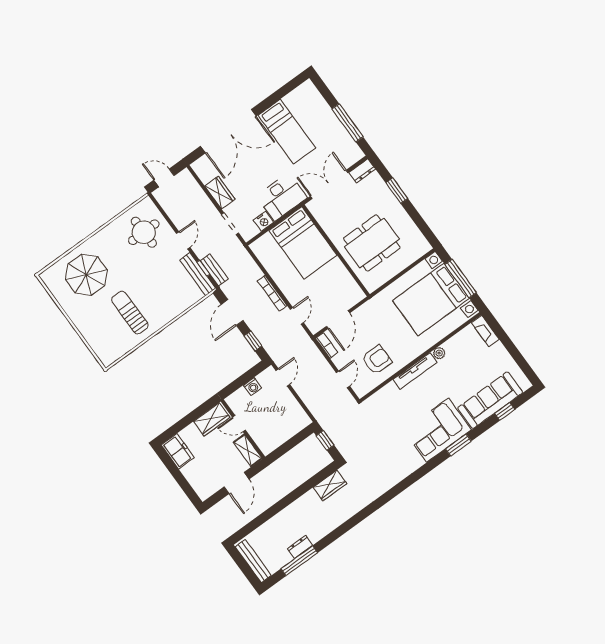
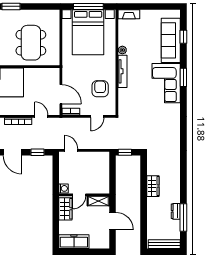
door: (343, 379) -> (97, 116), swing flipped
washing machine: (252, 387) -> (64, 188), moved
freezer: (178, 451) -> (74, 242), width x1.40
wardrobe: (330, 485) -> (153, 186), moved

